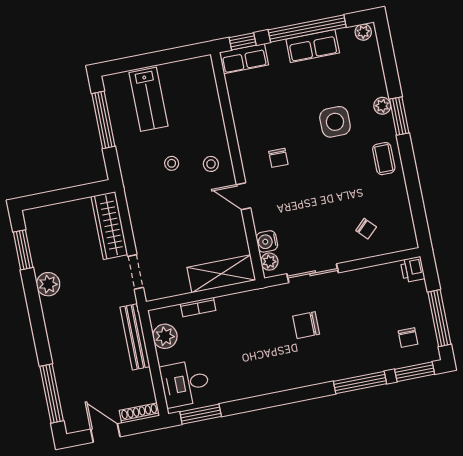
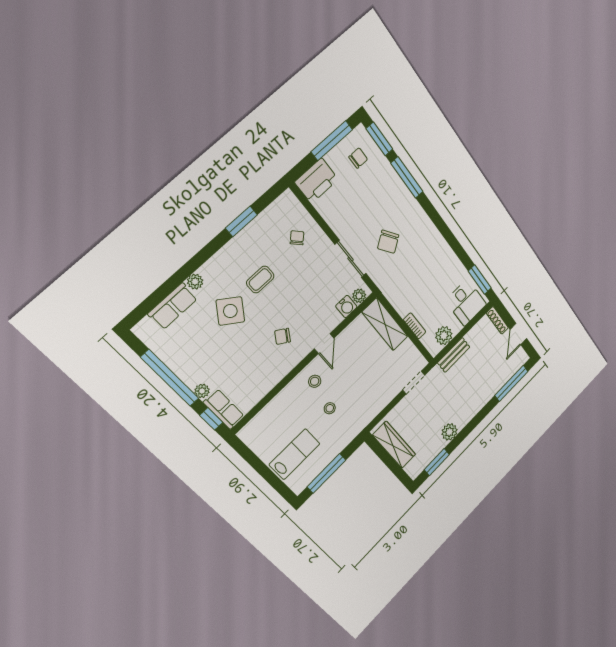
plant: (363, 32) -> (202, 391), moved
row of seats: (313, 46) -> (173, 306), moved, turned 90
window: (399, 116) -> (241, 221), moved
side table: (335, 122) -> (230, 311), turned 35
chair: (278, 158) -> (283, 336), turned -147
coffee table: (384, 159) -> (260, 280), moved
wardrobe: (109, 226) -> (394, 445), moved, turned -90
printer: (413, 269) -> (317, 181), width x1.87, depth x1.48
chair: (306, 325) -> (388, 242), turned 56
bench: (135, 337) -> (454, 355), width x0.73

